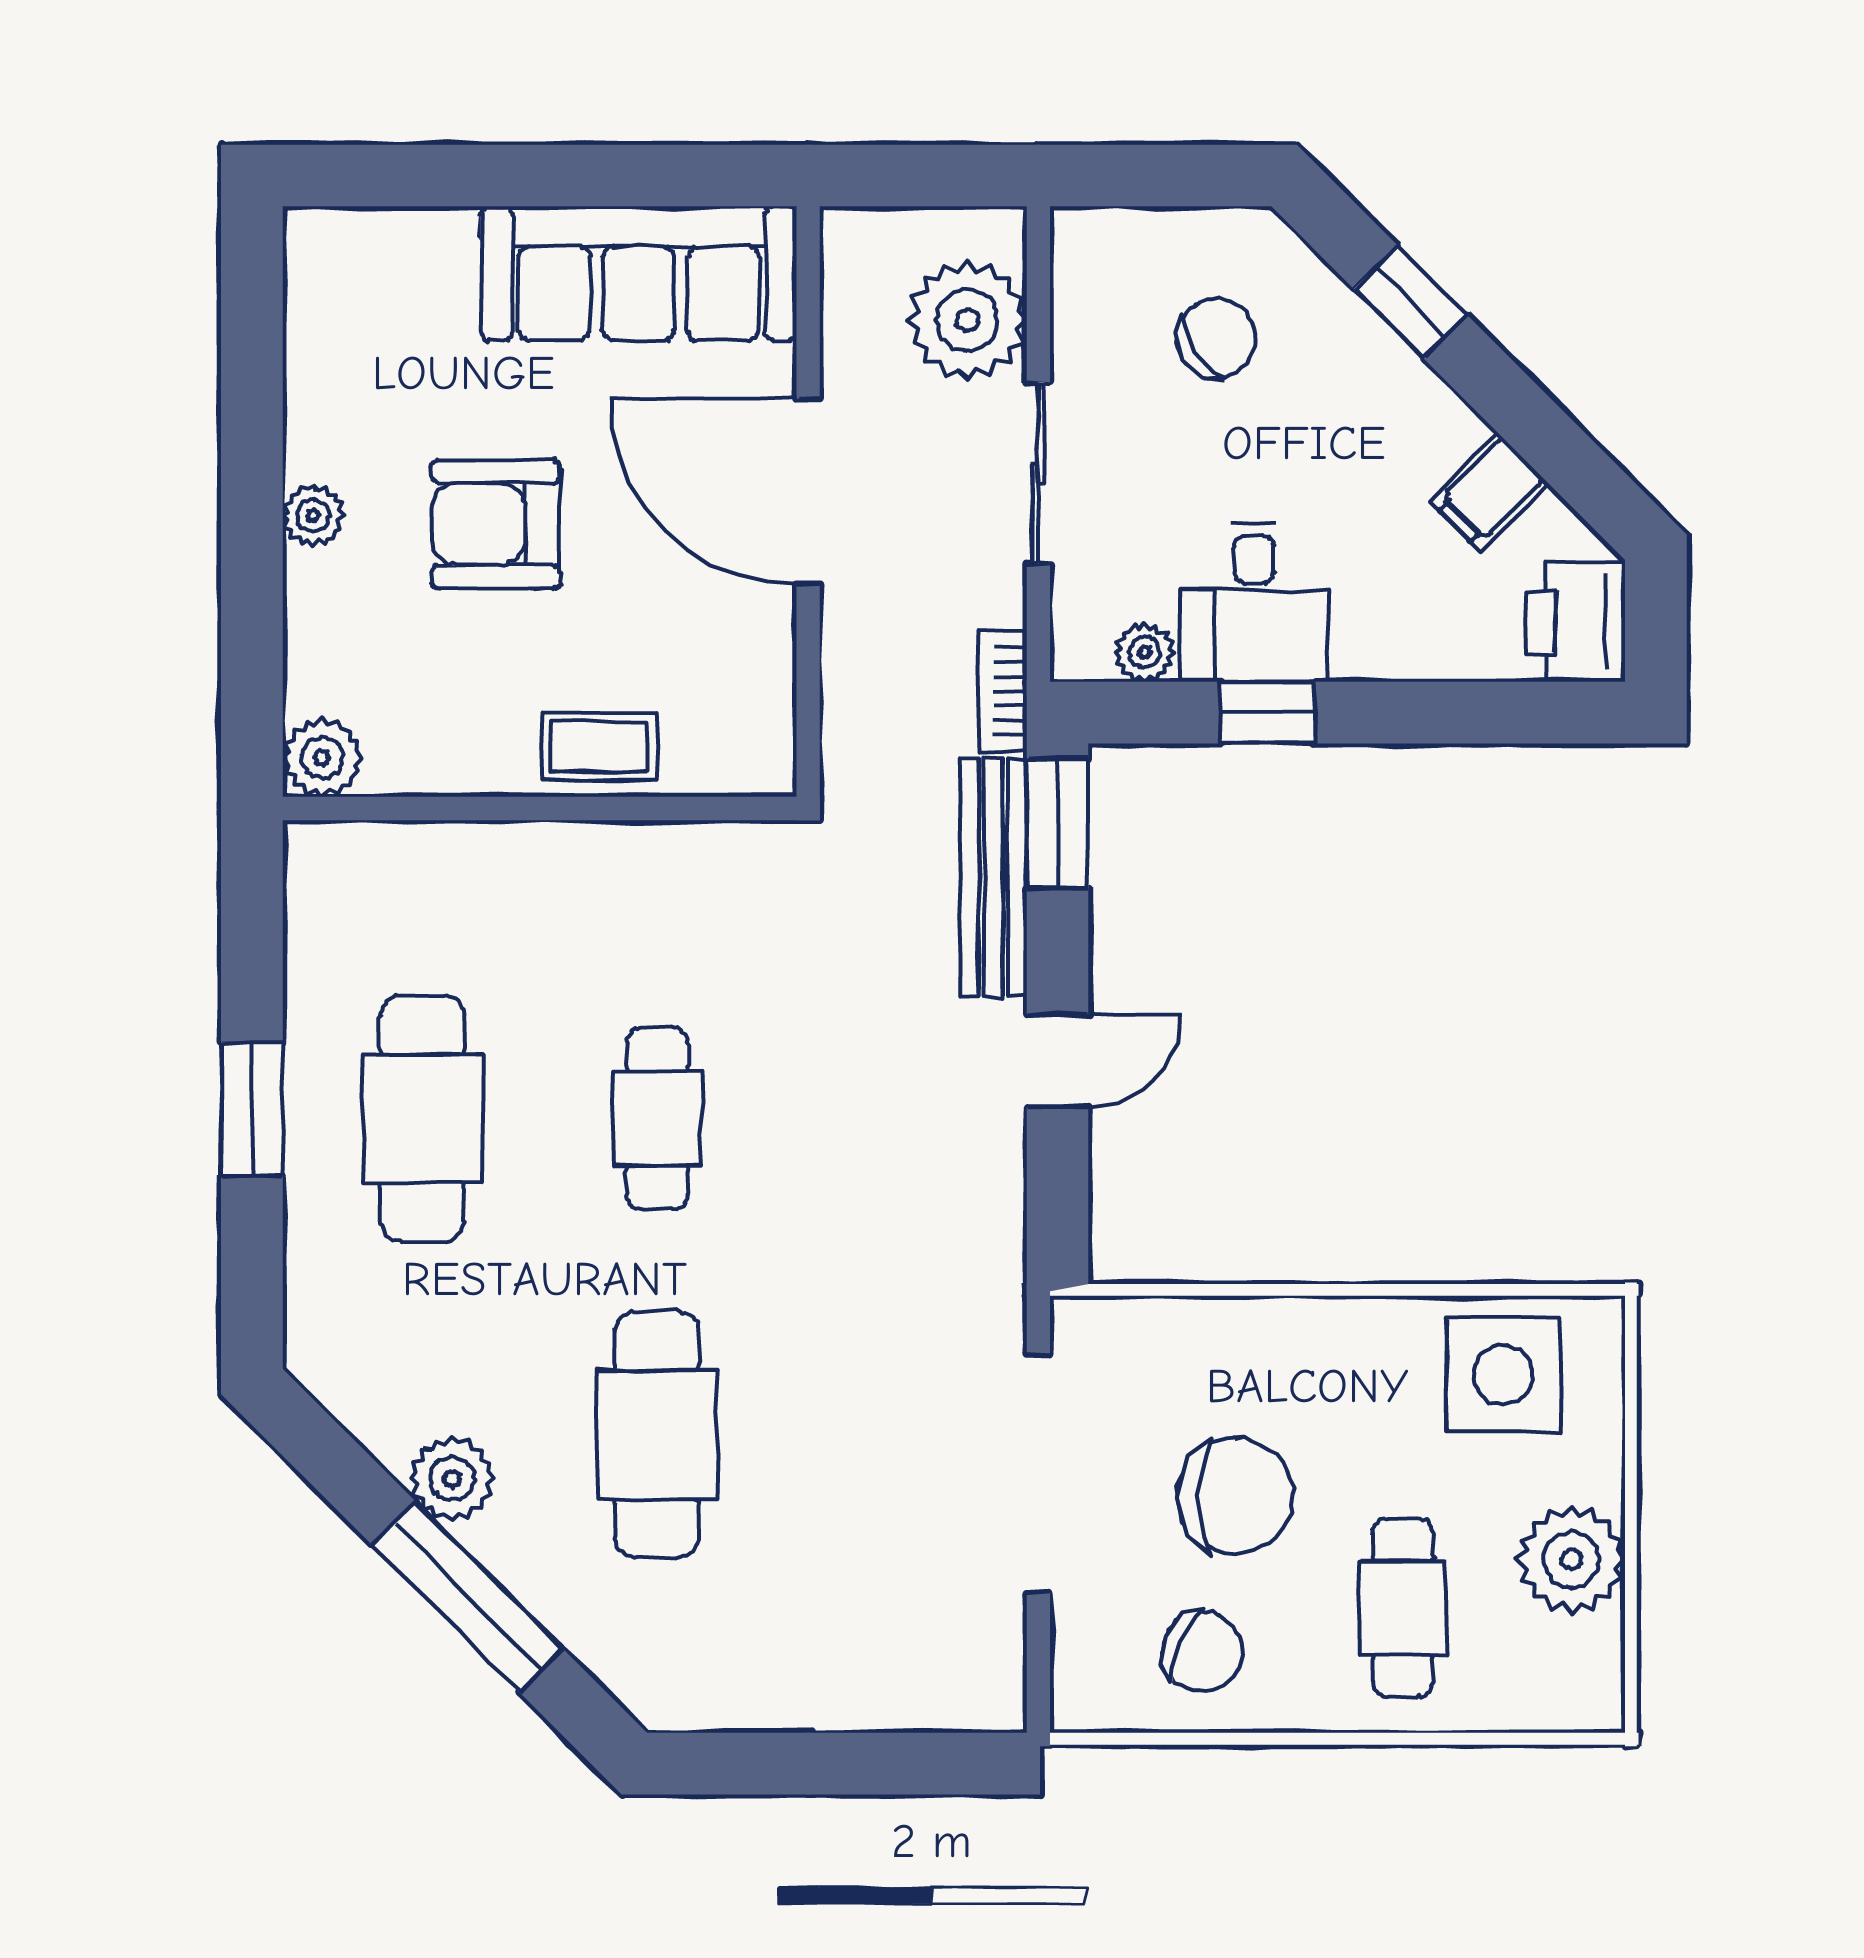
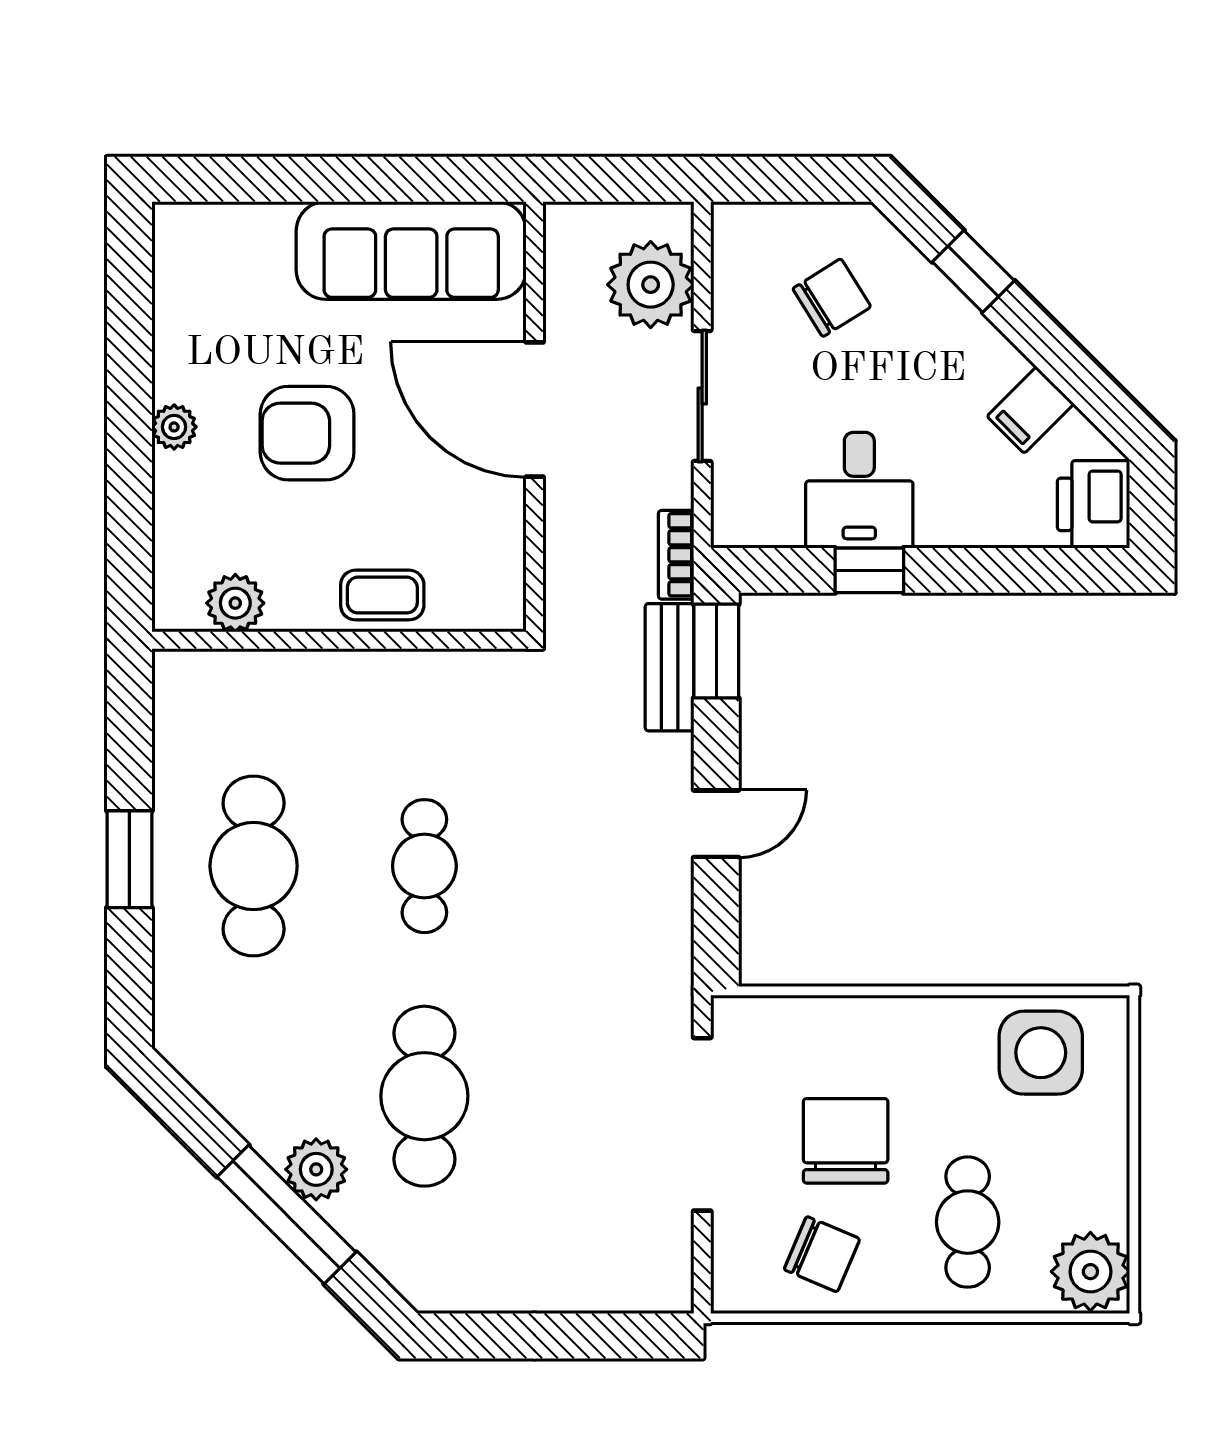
plant: (1145, 652) -> (780, 526), removed
plant: (322, 758) -> (235, 603), moved
bench: (993, 877) -> (670, 667), width x0.73
plant: (452, 1479) -> (316, 1169), moved
chair: (1235, 1496) -> (846, 1141), turned -90
plant: (1571, 1559) -> (1090, 1272), moved

